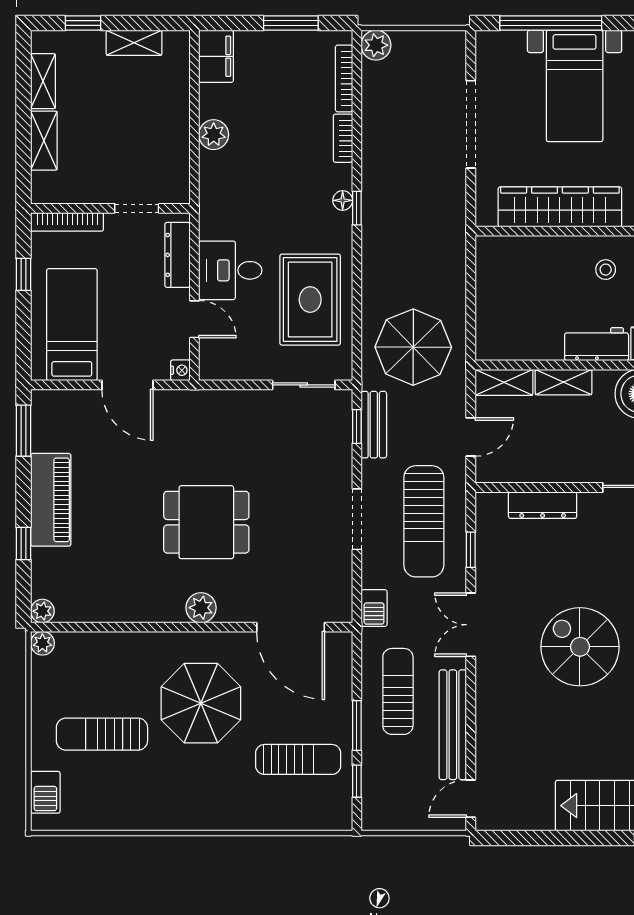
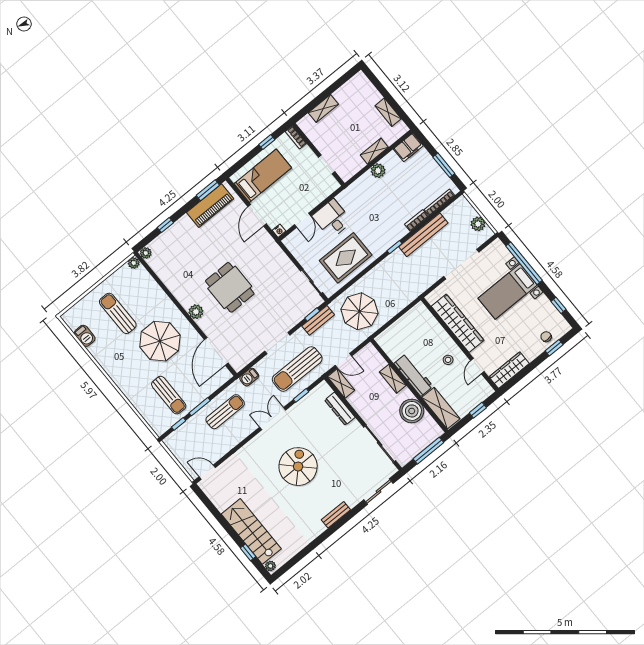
window: (83, 23) -> (380, 87), removed
plant: (376, 45) -> (478, 224), moved
shelving: (43, 81) -> (374, 151), moved
floor lamp: (343, 200) -> (393, 240), removed
bookcase: (67, 222) -> (296, 137), width x0.64
dresser: (177, 255) -> (322, 194), removed
workbench: (597, 344) -> (413, 375), width x1.38
shelving: (504, 382) -> (341, 383), moved
piano: (51, 500) -> (210, 206), moved
bench: (453, 725) -> (423, 235), moved
barbecue: (45, 792) -> (85, 336), moved, turned -90

